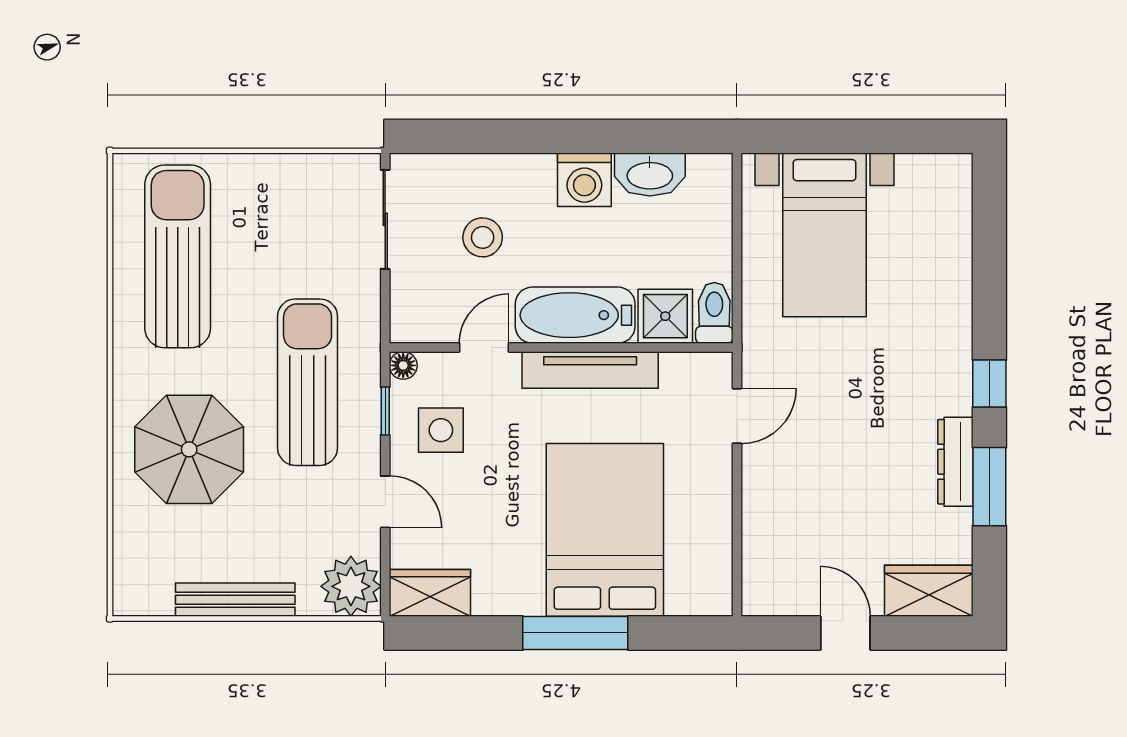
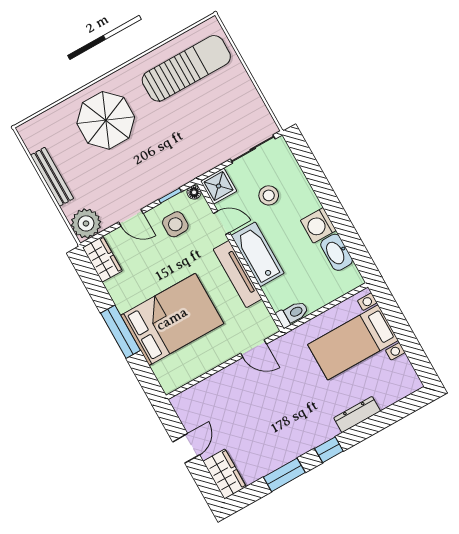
shower: (665, 316) -> (219, 186), moved
sun lounger: (308, 382) -> (164, 155), removed
dresser: (955, 462) -> (357, 415), moved
door: (385, 502) -> (131, 218), hinge flipped

